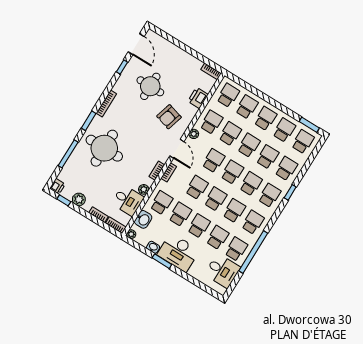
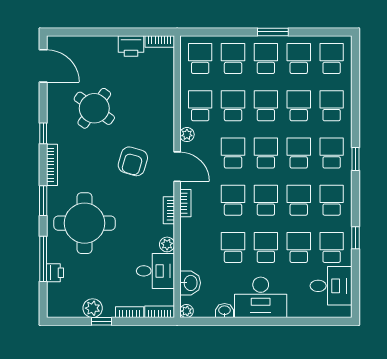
window: (122, 67) -> (43, 133), moved
round table: (150, 86) -> (94, 108), turned 36
printer: (198, 98) -> (131, 46), moved, turned -90
armchair: (169, 117) -> (133, 161), moved
window: (309, 125) -> (273, 32), moved
printer: (57, 186) -> (55, 273), moved
window: (290, 192) -> (355, 159), moved
window: (64, 200) -> (102, 321), moved
school desk: (161, 203) -> (200, 247), removed
window: (253, 252) -> (355, 238), width x0.32
window: (162, 261) -> (247, 321), removed

